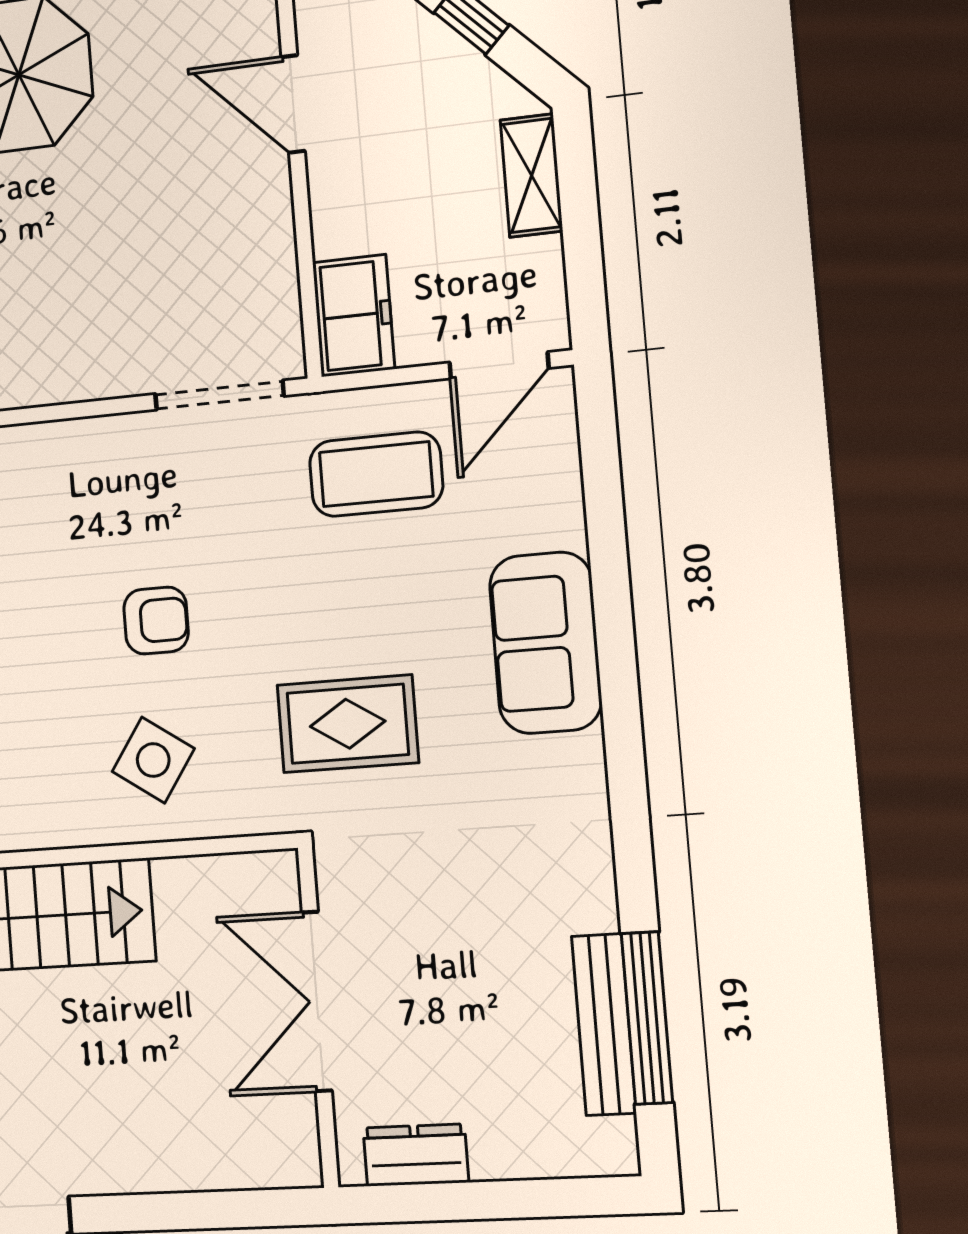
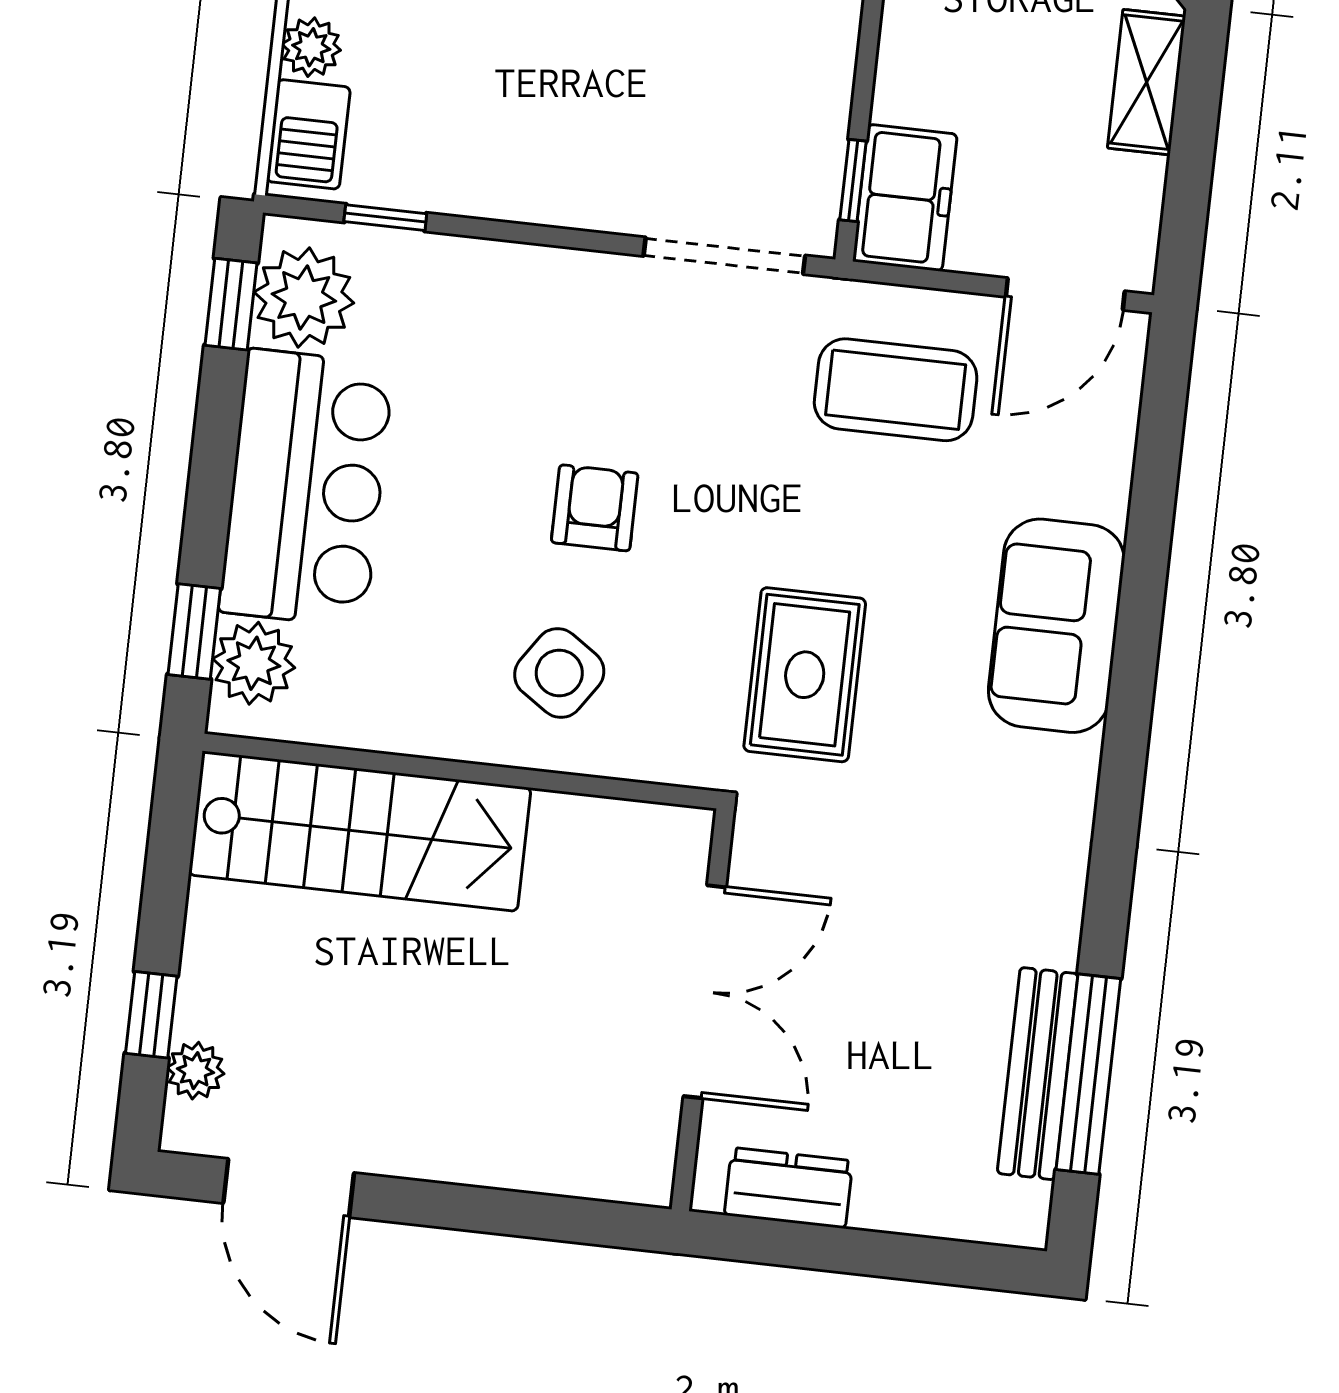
window: (309, 311) -> (853, 180), added
armchair: (156, 621) -> (595, 508), turned -90
rug: (348, 724) -> (805, 675), turned 90
double door: (317, 1001) -> (705, 992), swing flipped

